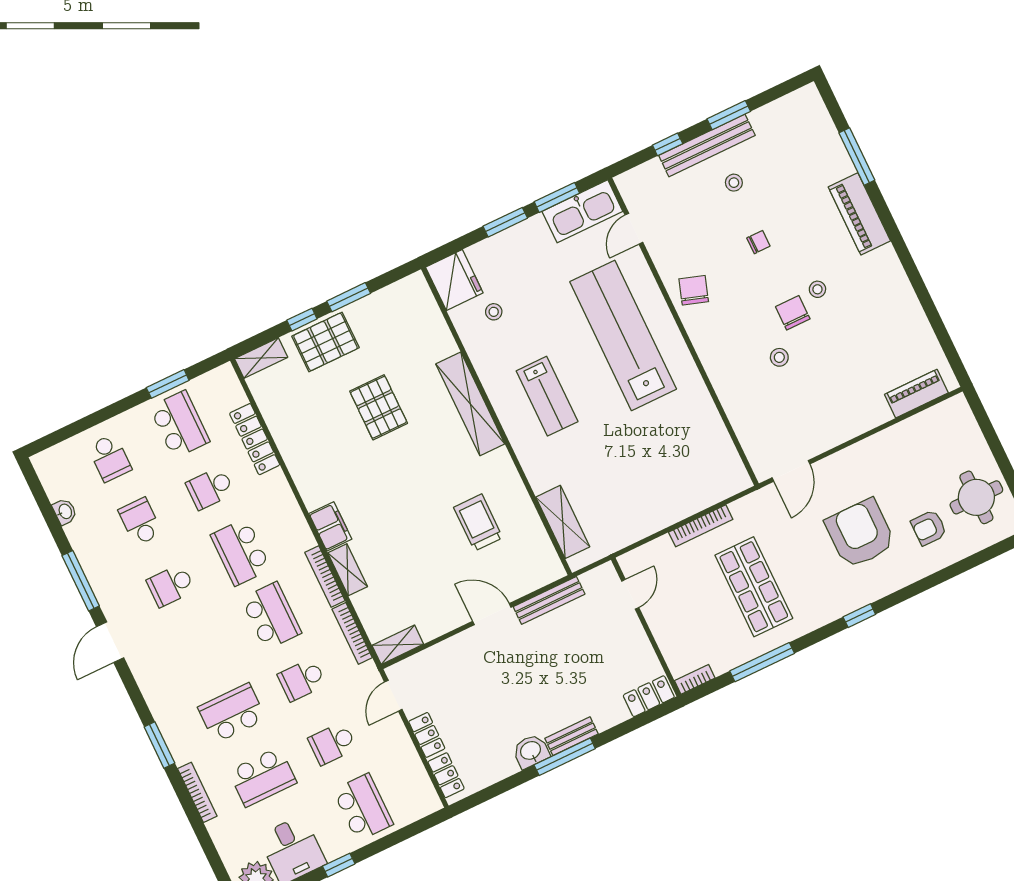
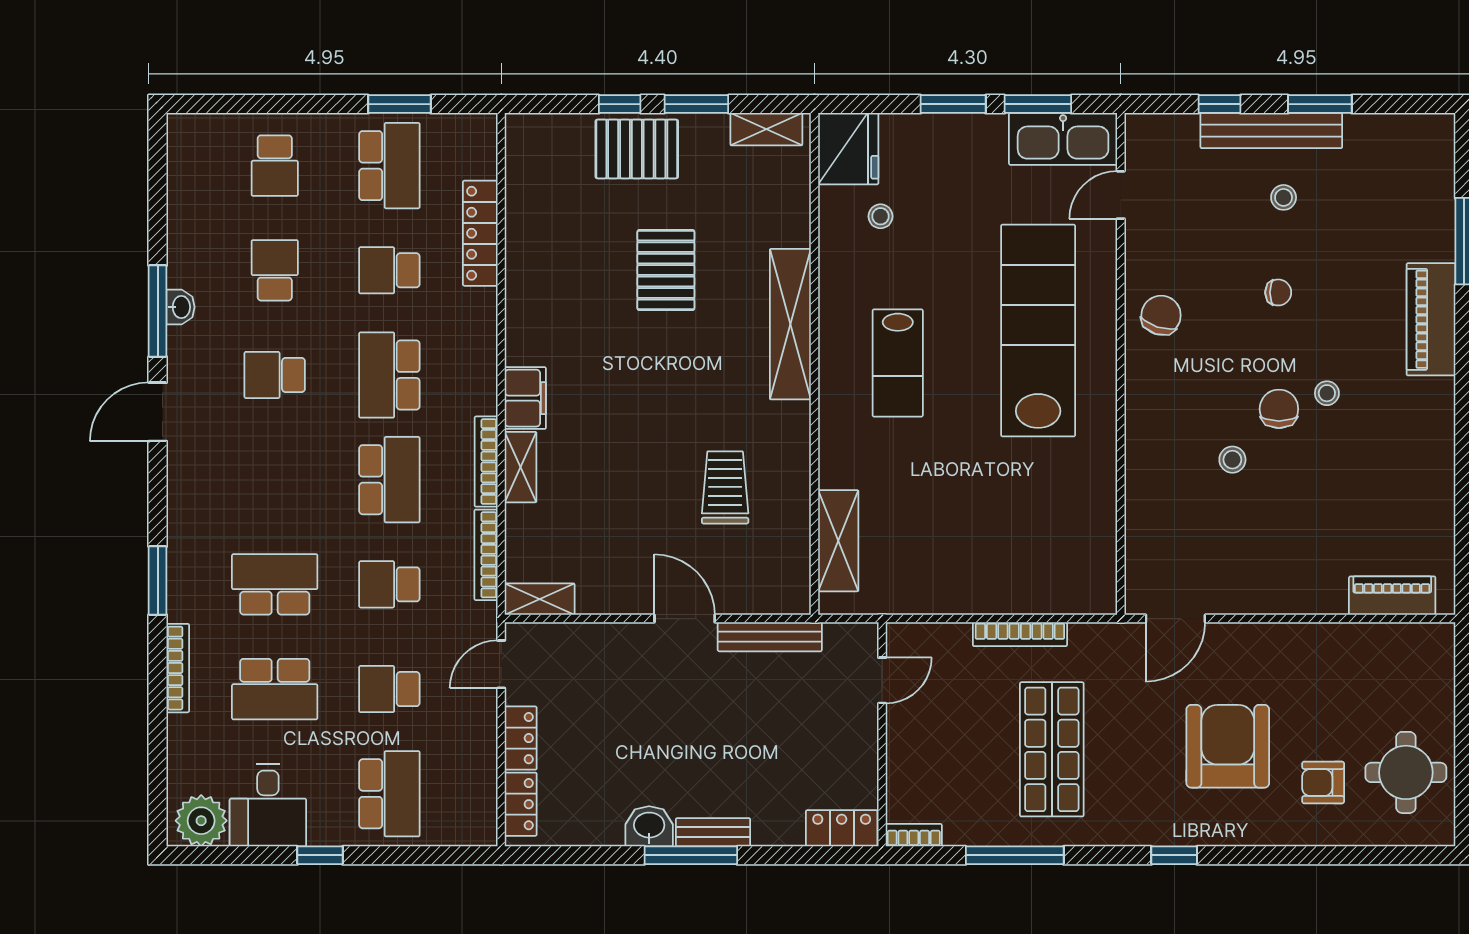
shelving: (261, 358) -> (766, 129), moved
washbasin: (65, 512) -> (181, 307), moved

